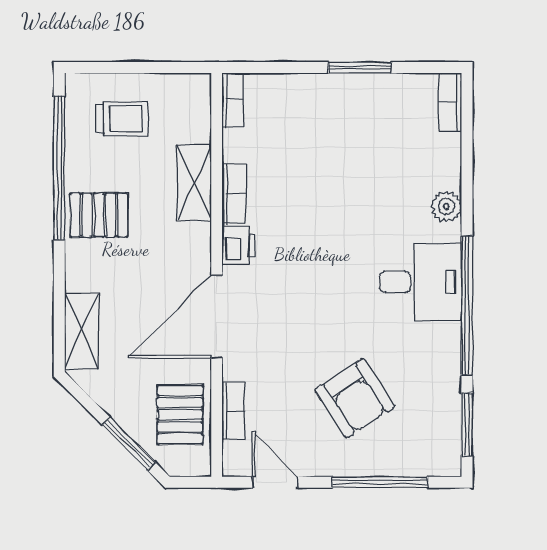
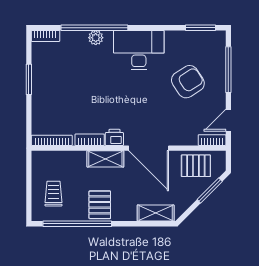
bookcase: (233, 100) -> (52, 140), width x1.56
shelving: (194, 183) -> (105, 159), moved
desk: (420, 282) -> (139, 50), width x1.37
window: (467, 305) -> (94, 28), moved
bookcase: (233, 411) -> (212, 140), moved

